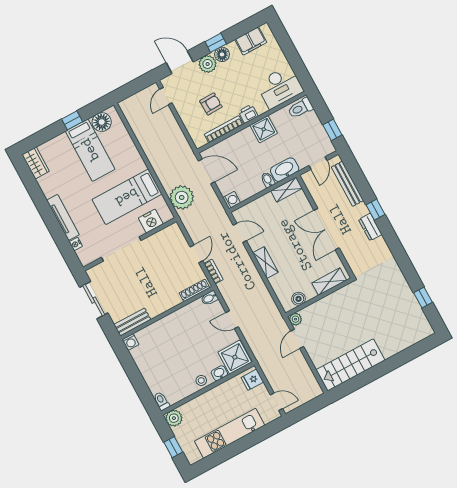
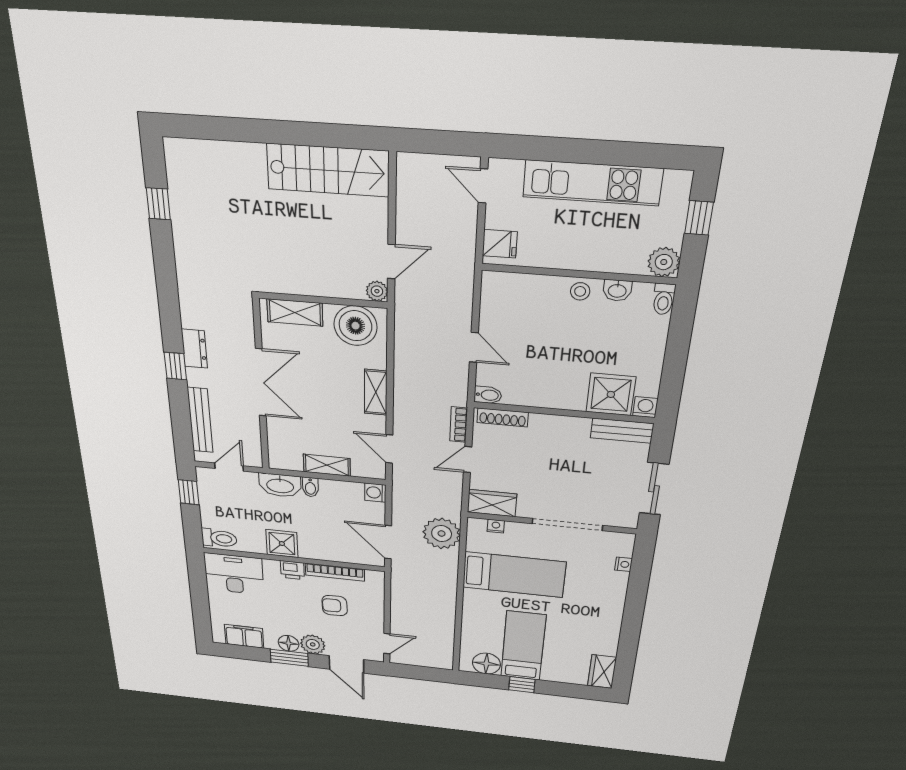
window: (216, 43) -> (289, 658), width x1.50
shelving: (286, 190) -> (327, 465), moved
tv unit: (63, 217) -> (616, 601), removed
nightstand: (151, 221) -> (496, 526), width x0.53, depth x0.56
wardrobe: (168, 236) -> (492, 503), added
boiler: (299, 299) -> (355, 326), width x1.86, depth x1.86
shower: (235, 357) -> (611, 394), moved
washbasin: (219, 373) -> (617, 290), moved

